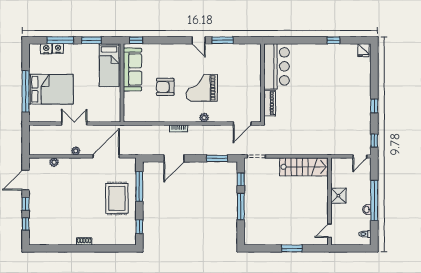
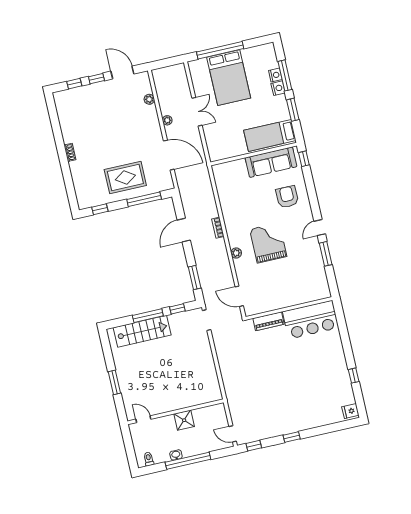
nightstand: (46, 49) -> (278, 88), moved
armchair: (165, 87) -> (287, 197), moved
door: (174, 158) -> (184, 230), hinge flipped
stairs: (304, 167) -> (142, 331), moved, turned -90

